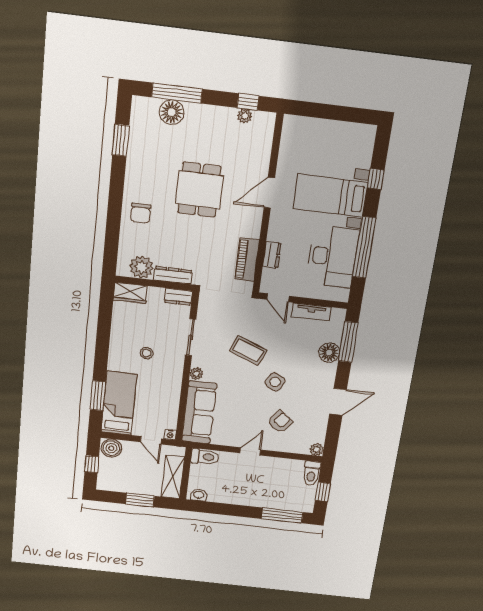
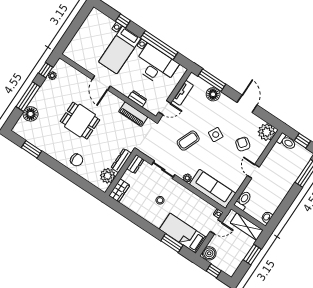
window: (177, 93) -> (28, 97), moved
plant: (317, 449) -> (266, 132), width x1.87, depth x1.87

